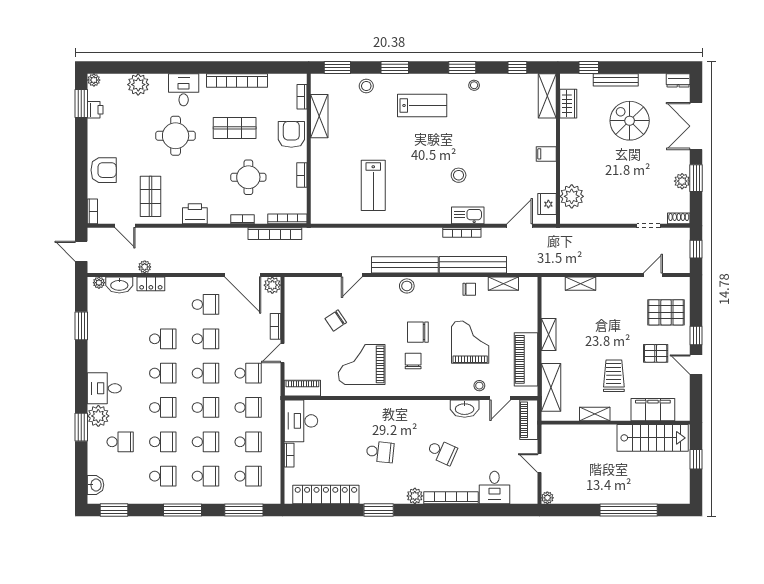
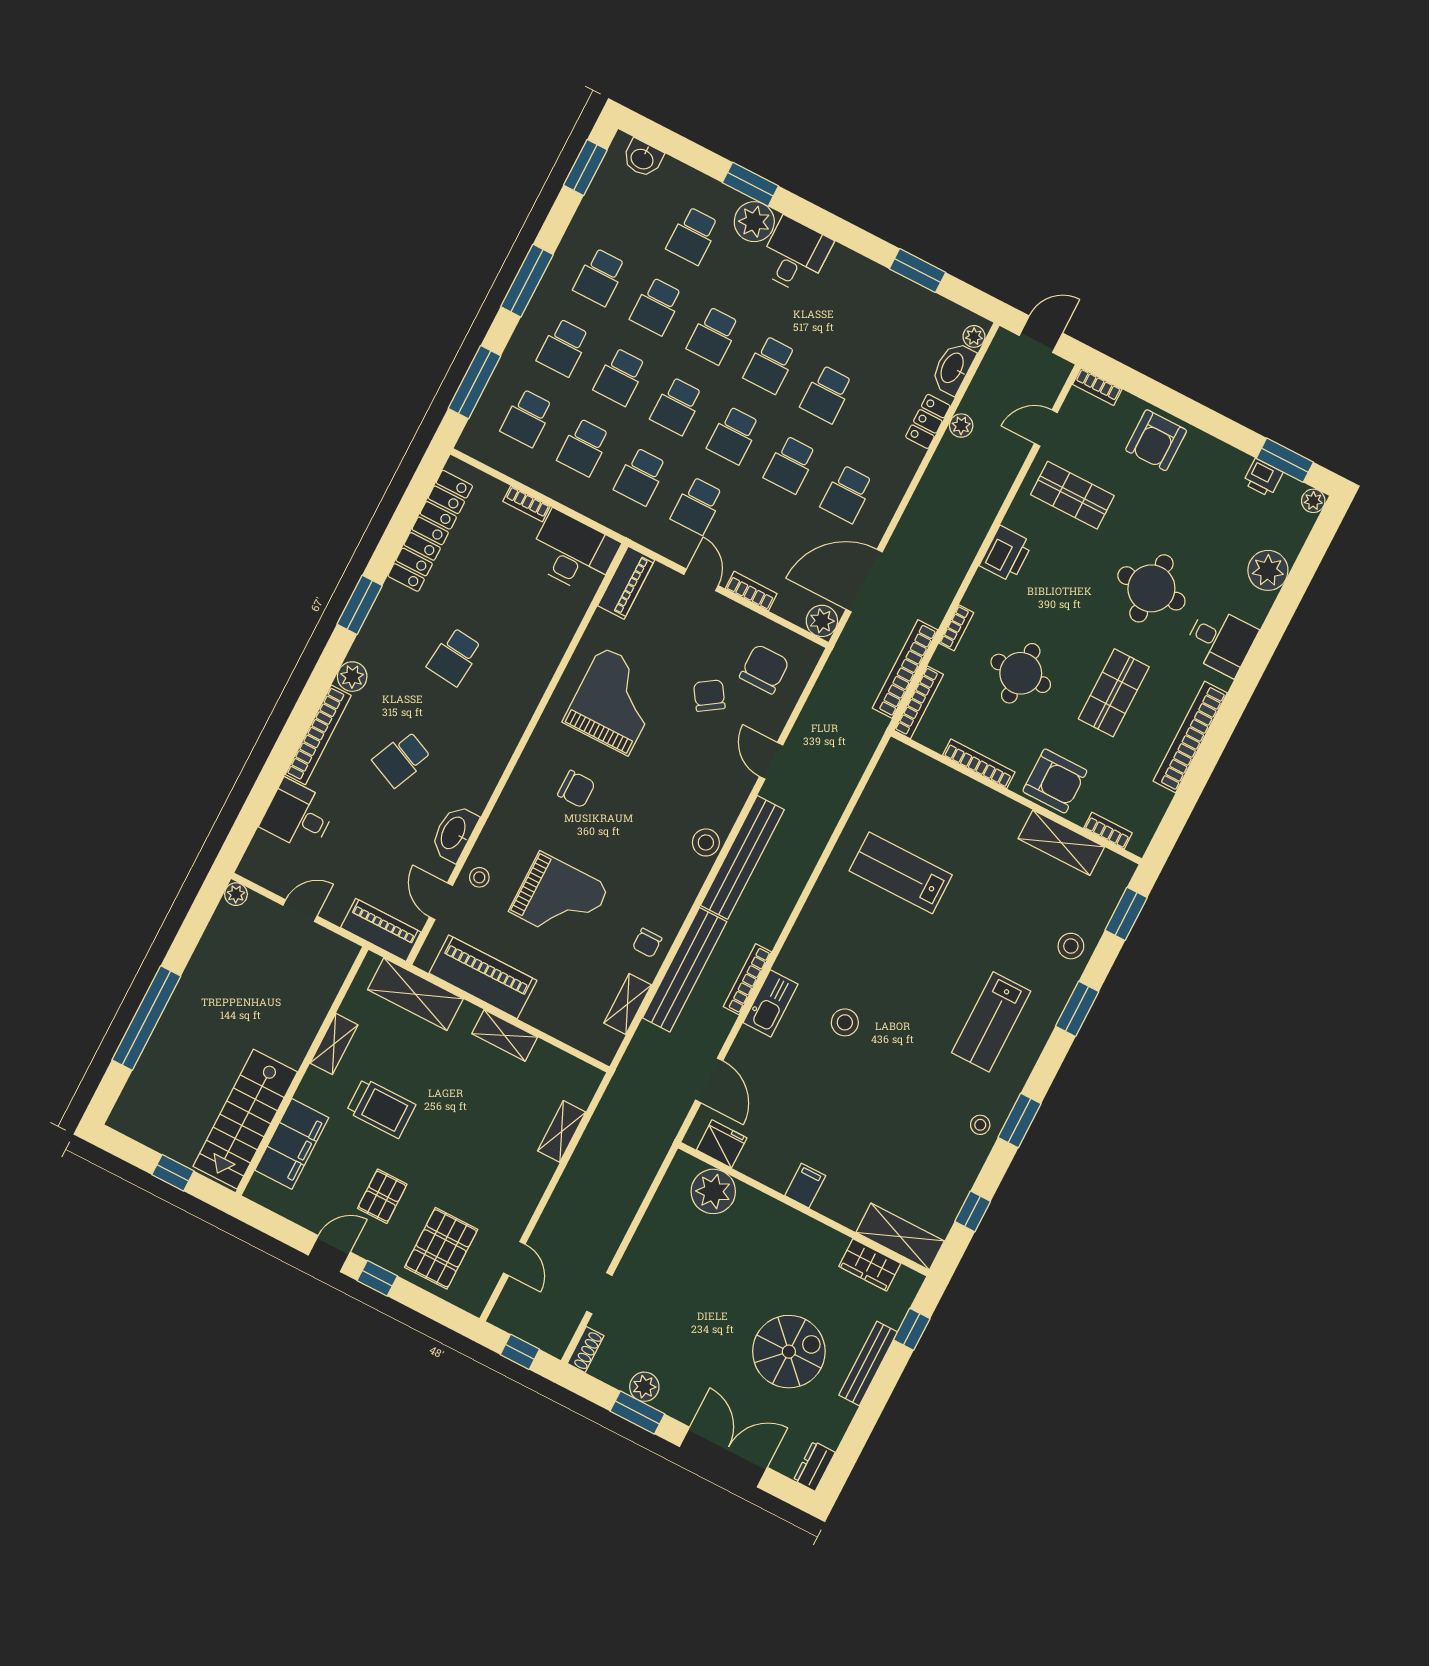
bookcase: (302, 175) -> (979, 764), width x1.56
chair: (418, 332) -> (764, 669), moved

